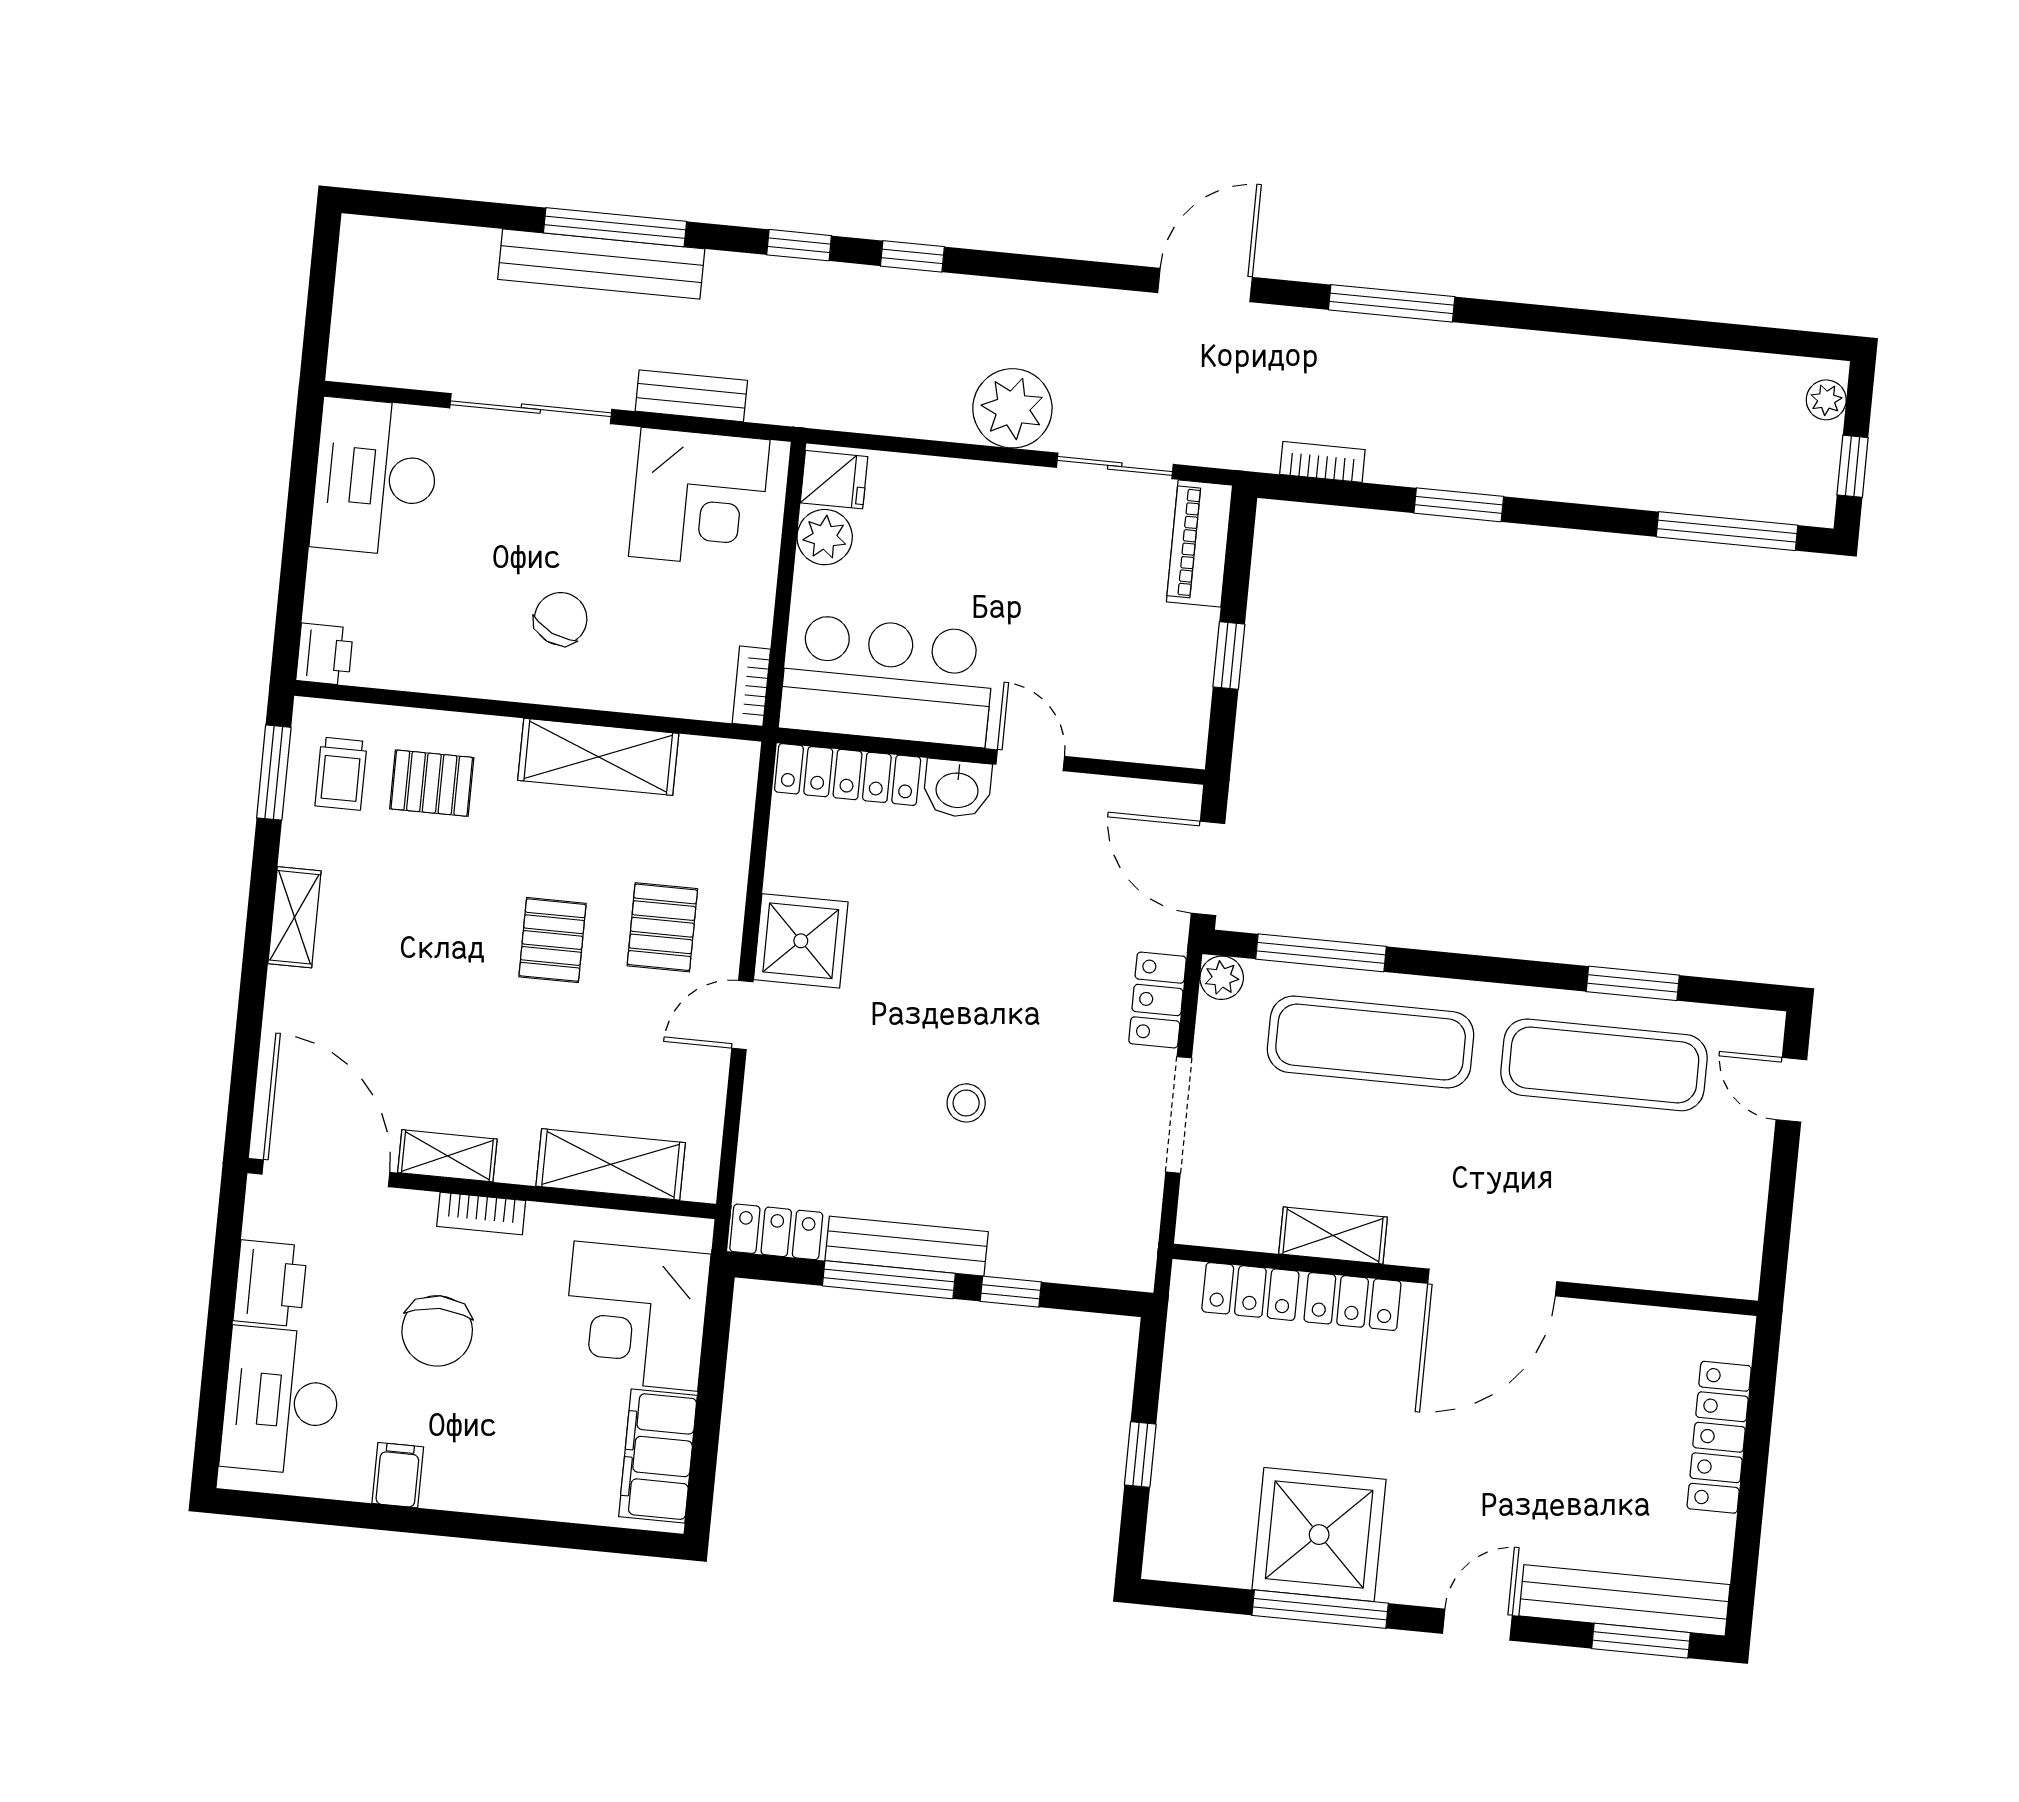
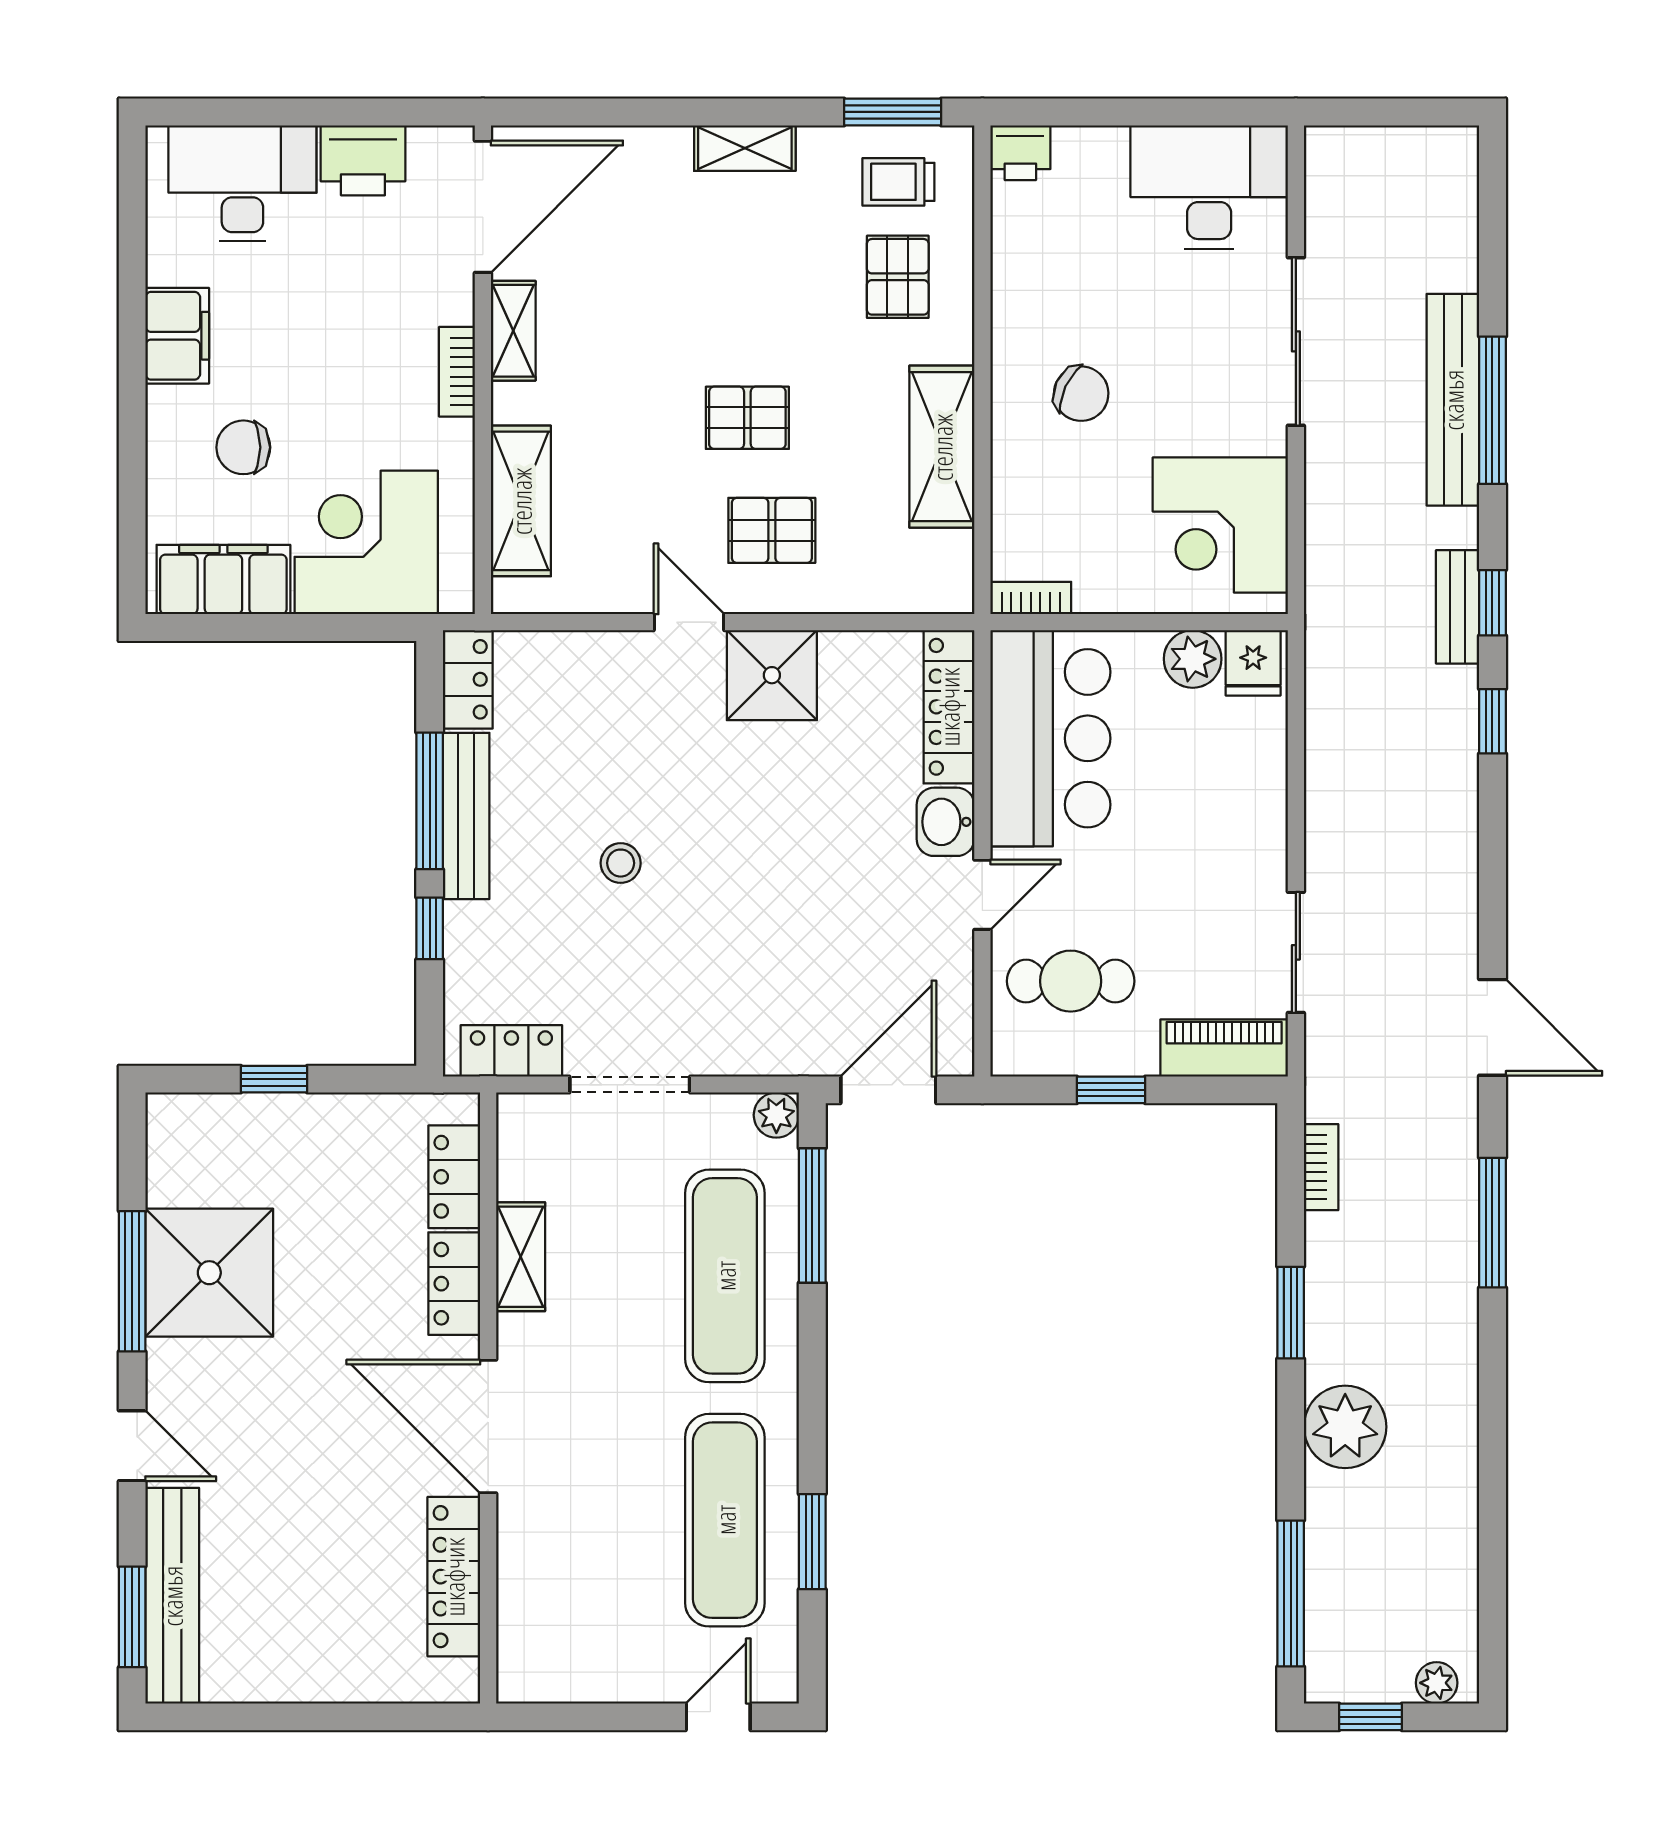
bench: (691, 396) -> (1458, 607), moved
plant: (1012, 408) -> (1345, 1427), moved
cafe table: (1121, 684) -> (1071, 981), added
locker: (1157, 1000) -> (511, 1051), moved
chair: (437, 1331) -> (243, 447), moved, width x0.73, depth x0.73
locker: (1719, 1437) -> (454, 1577), moved, turned -90
filing cabinet: (398, 1475) -> (177, 336), width x2.00

